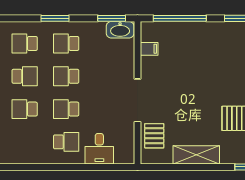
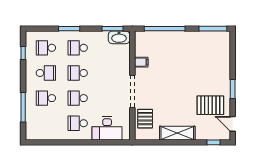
filing cabinet: (149, 49) -> (141, 62), moved
school desk: (66, 142) -> (78, 123), turned 180
desk: (99, 149) -> (107, 128), width x1.37

